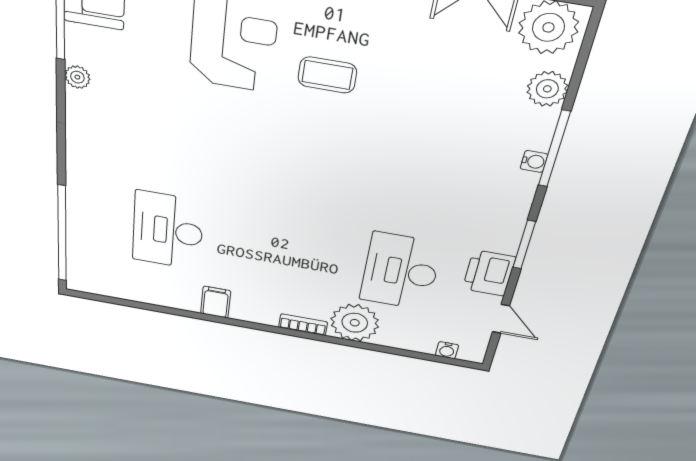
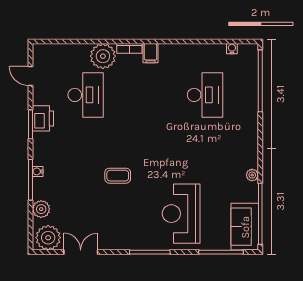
coffee table: (327, 75) -> (118, 176), moved
printer: (489, 273) -> (43, 118), moved
filing cabinet: (216, 302) -> (151, 53), moved
water cooler: (447, 350) -> (232, 49), moved

